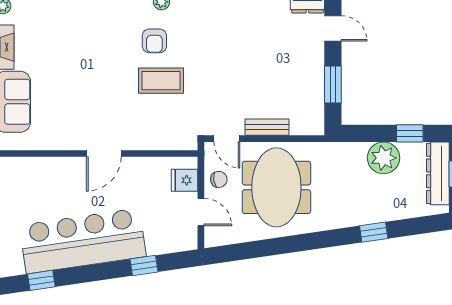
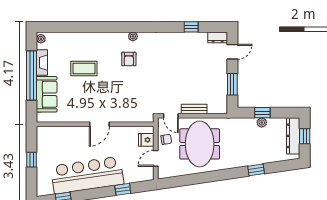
door: (333, 28) -> (232, 52), hinge flipped
coffee table: (161, 81) -> (84, 69), moved
window: (410, 133) -> (262, 113), moved
plant: (384, 158) -> (262, 123), width x0.53, depth x0.53
door: (201, 212) -> (156, 158), swing flipped

